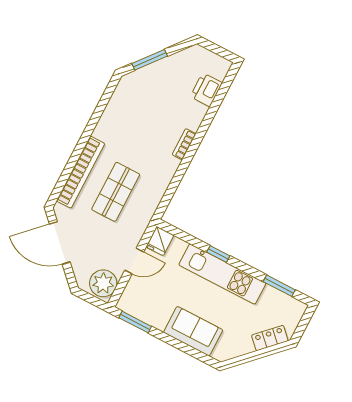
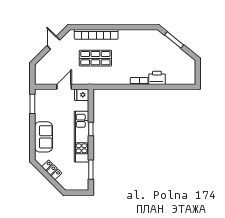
printer: (206, 90) -> (157, 78), moved
door: (60, 243) -> (53, 43), width x0.53
door: (134, 261) -> (64, 87), swing flipped
plant: (103, 283) -> (44, 77), removed
locker: (270, 338) -> (52, 170), moved

